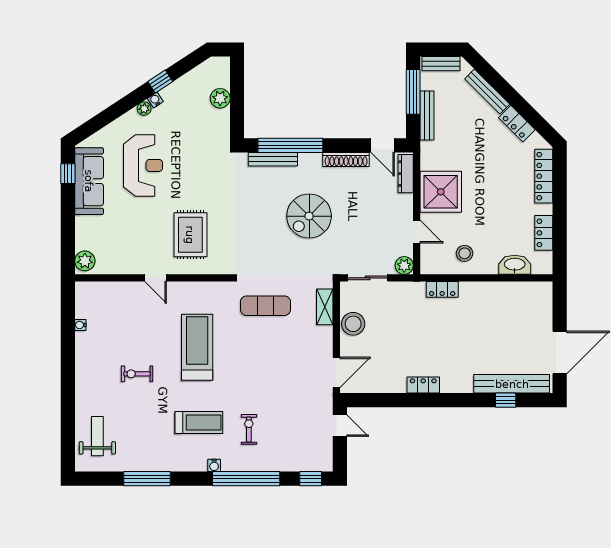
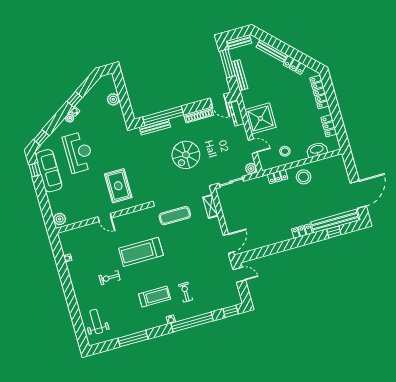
window: (92, 127) -> (41, 138), added
stool: (353, 324) -> (304, 177), moved
treadmill: (197, 347) -> (141, 252), turned -90
locker: (423, 385) -> (302, 231), moved

